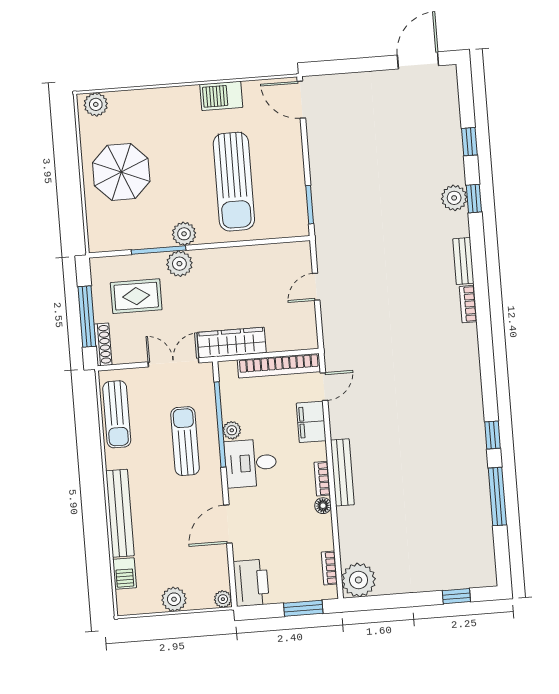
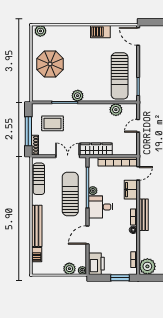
sun lounger: (234, 182) -> (120, 76), moved
plant: (179, 264) -> (116, 110), moved
sun lounger: (185, 441) -> (70, 194), width x1.36, depth x1.34
plant: (174, 599) -> (69, 269), moved

